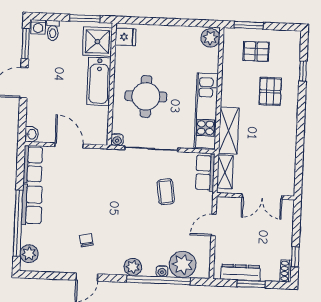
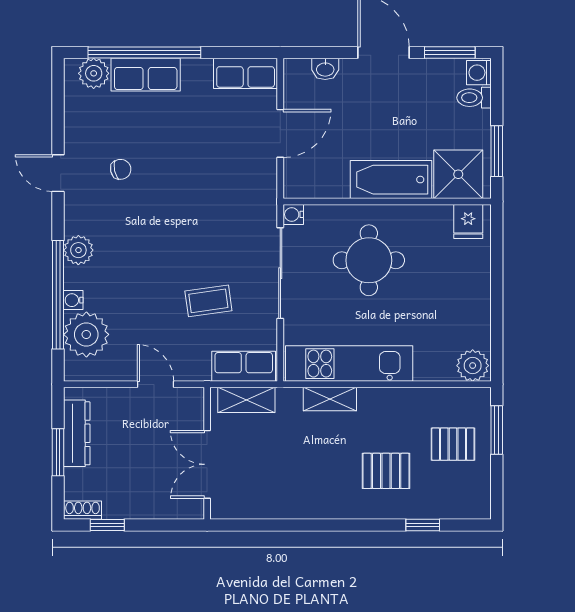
pallet: (256, 51) -> (453, 444), turned 90
shelving: (229, 131) -> (330, 399), width x0.67, depth x0.75
washbasin: (31, 134) -> (325, 69), moved
row of seats: (32, 205) -> (146, 75), moved

